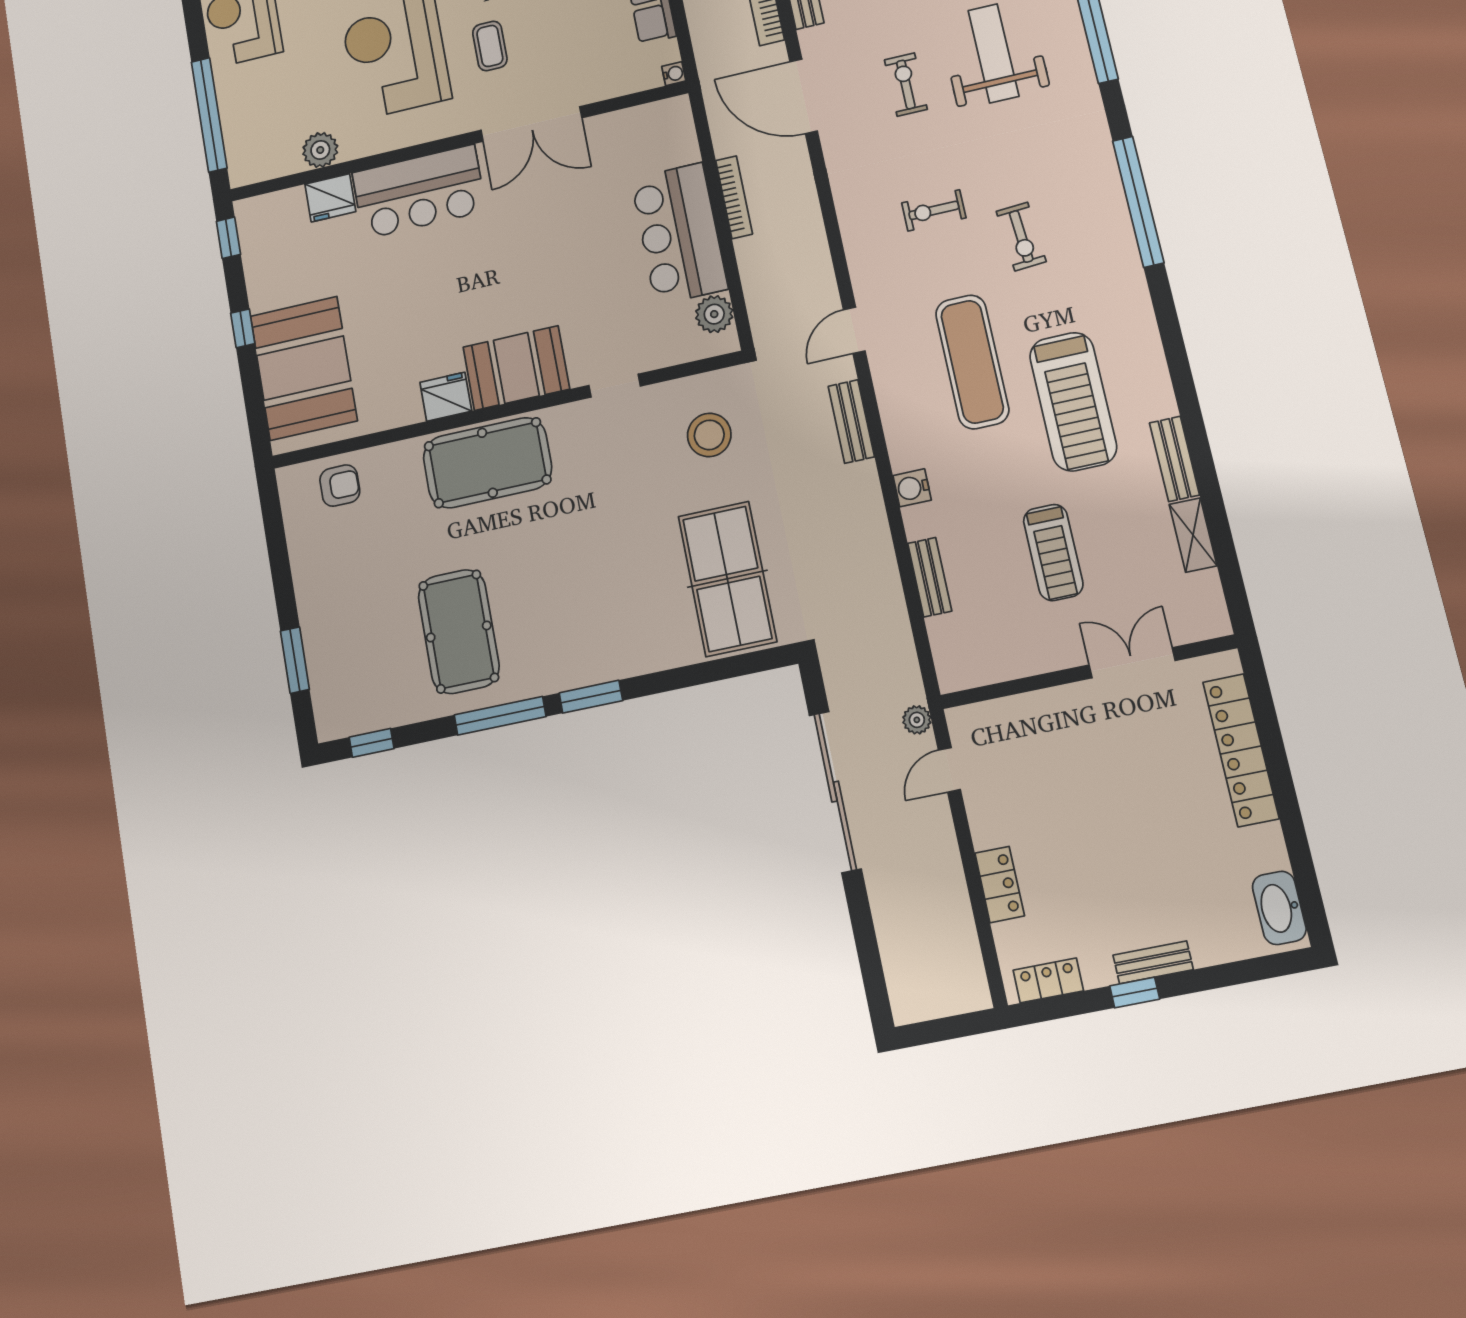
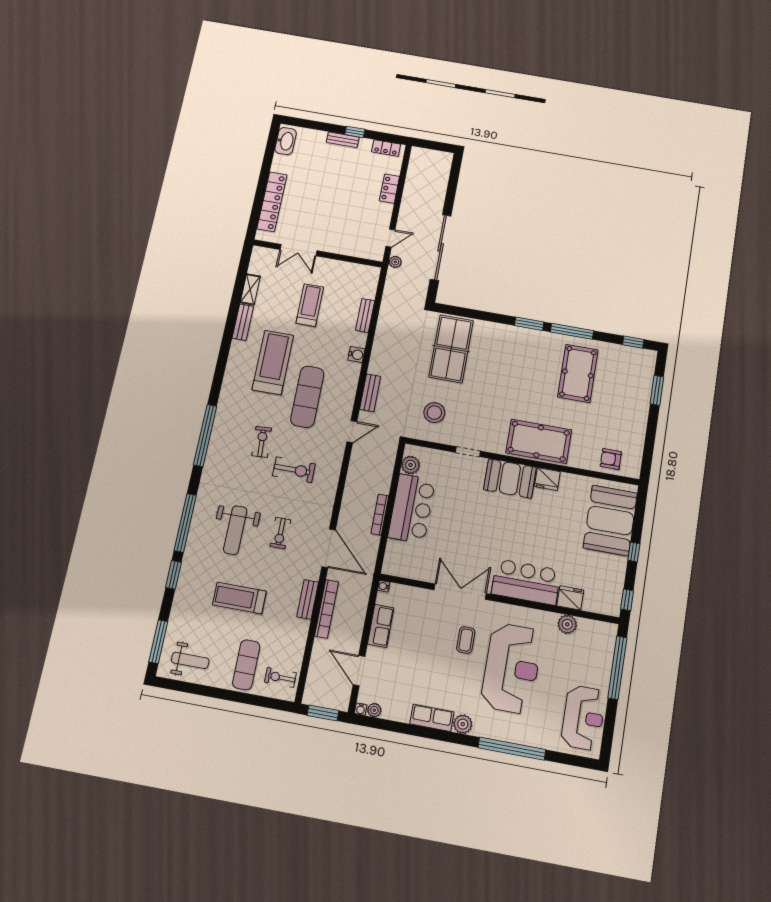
exercise bike: (934, 210) -> (294, 470), width x1.38, depth x1.39

